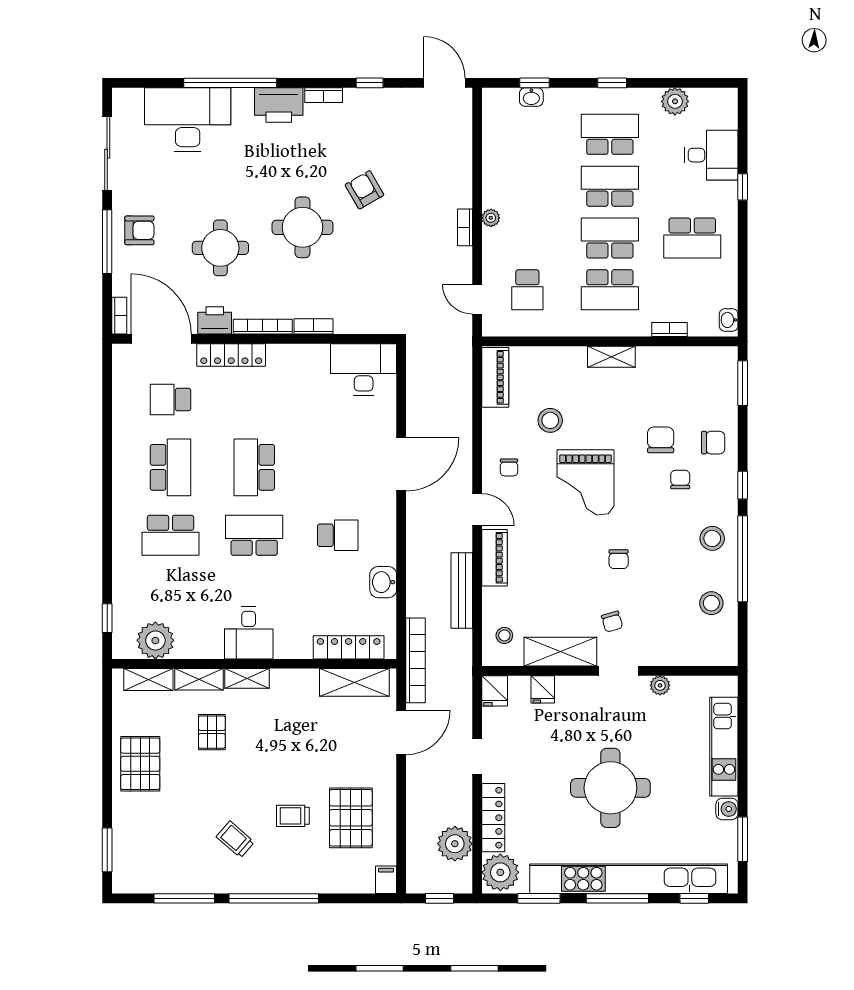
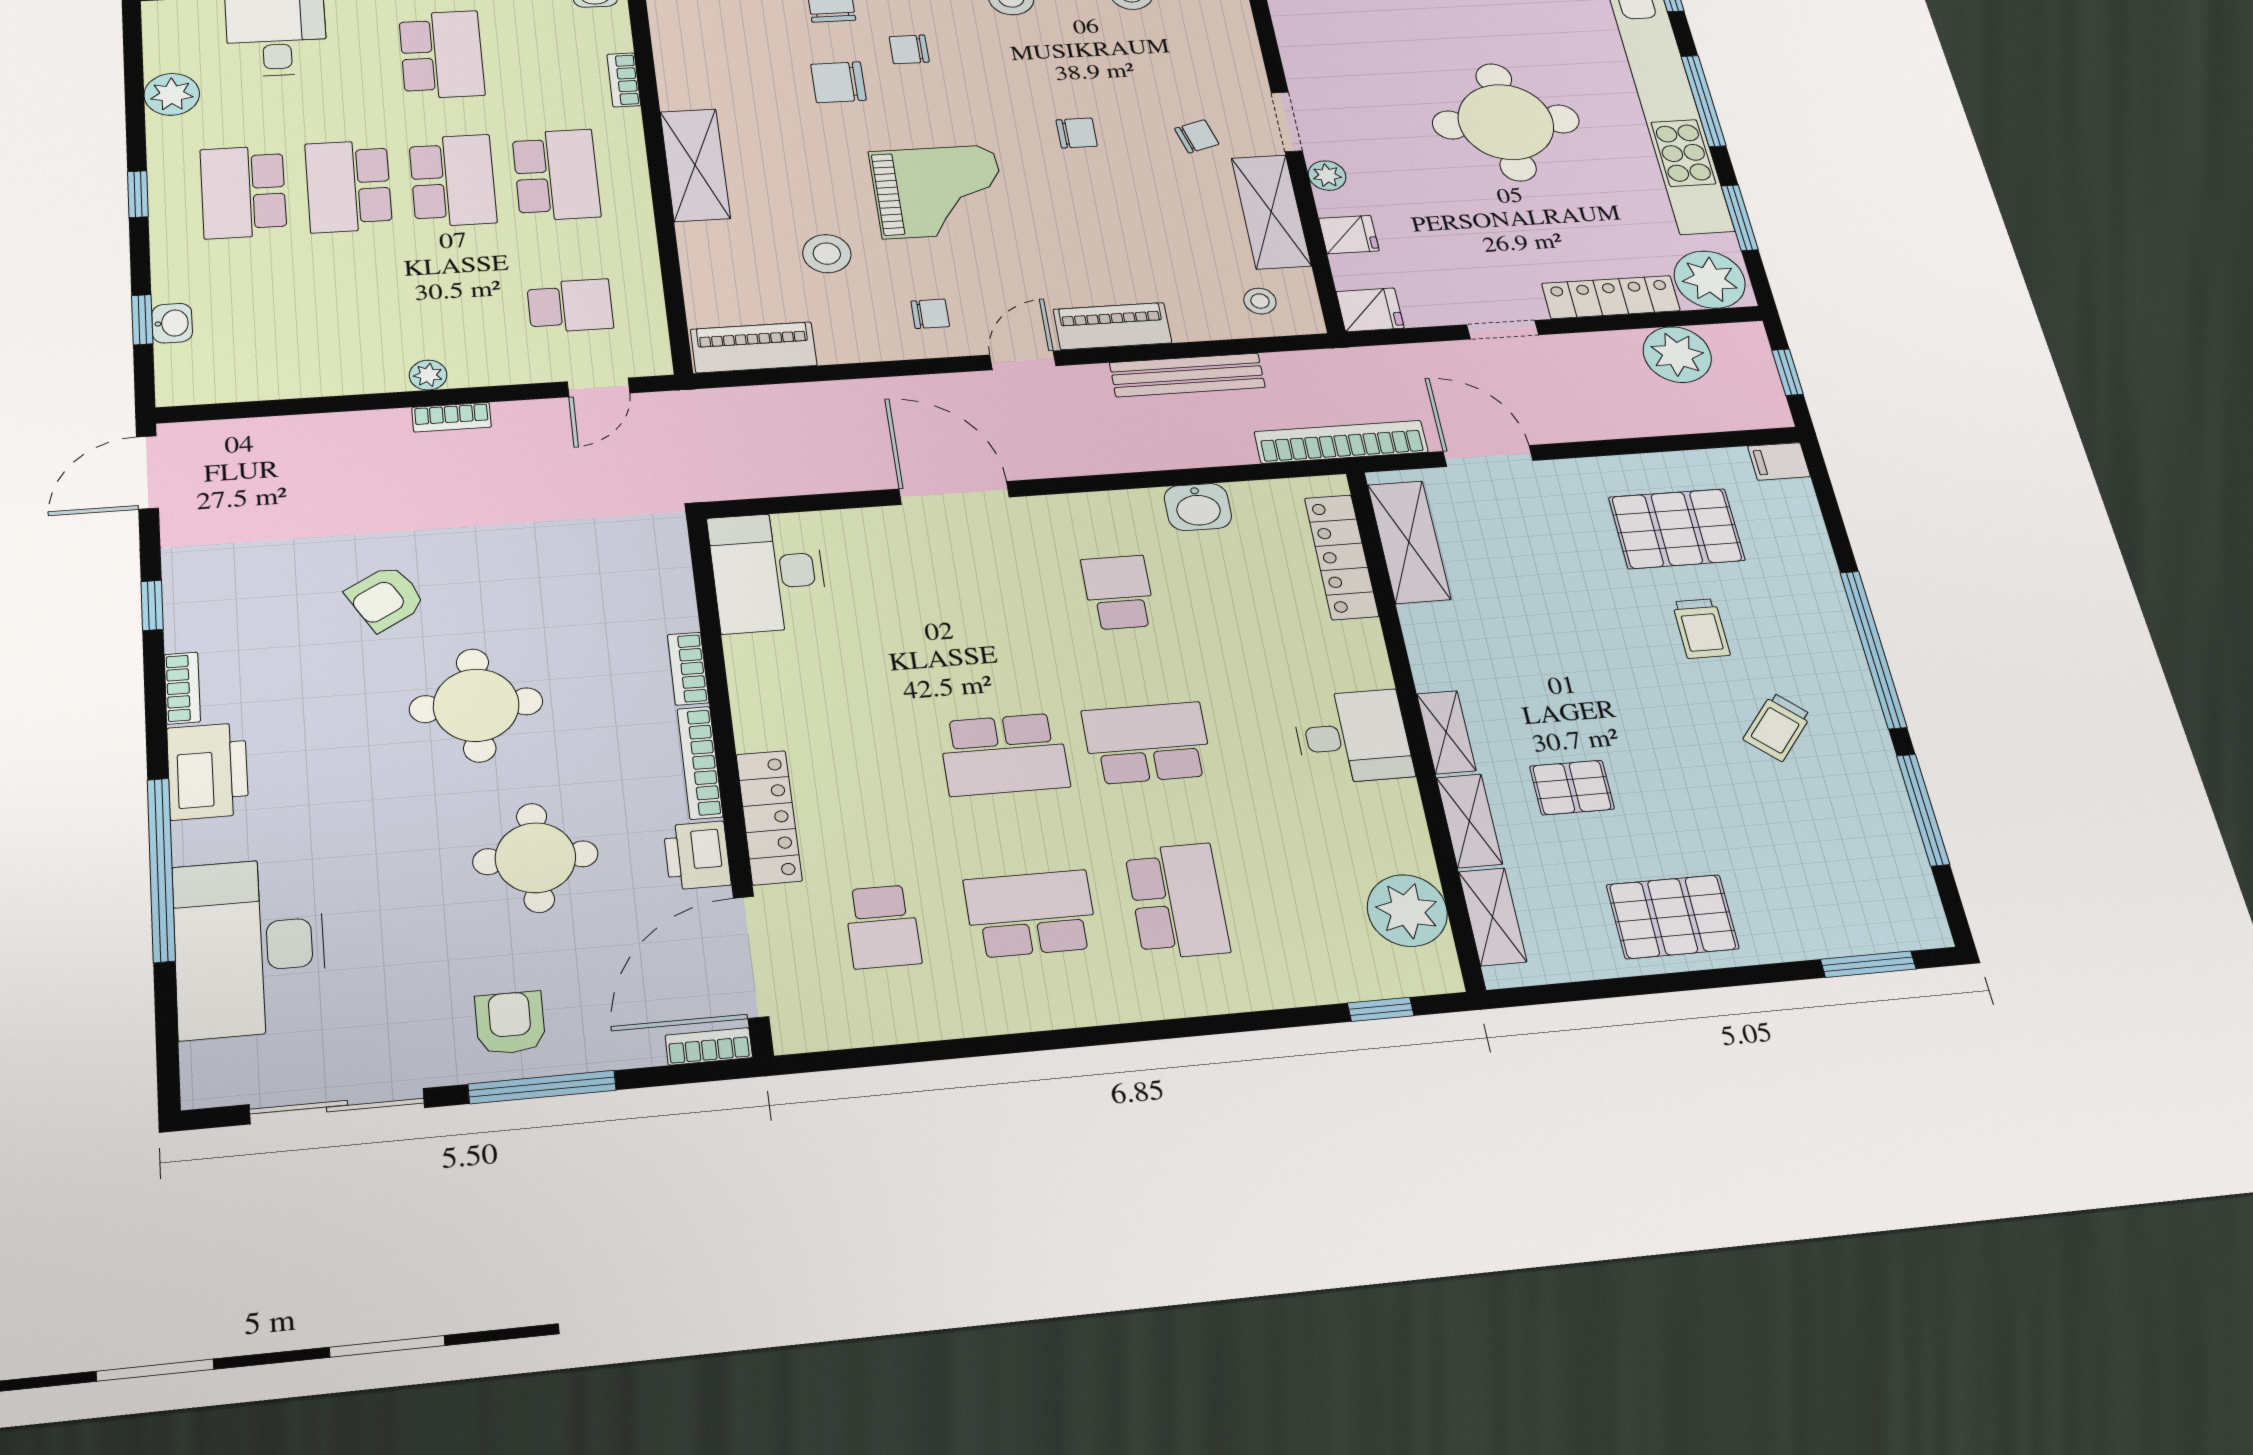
school desk: (610, 238) -> (453, 181), turned 180
shelving: (611, 357) -> (695, 165), width x1.50, depth x1.33
school desk: (254, 535) -> (1147, 743), turned 90
plant: (660, 685) -> (1327, 176), moved

